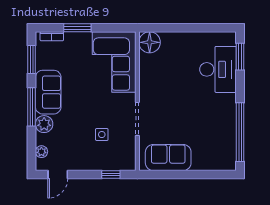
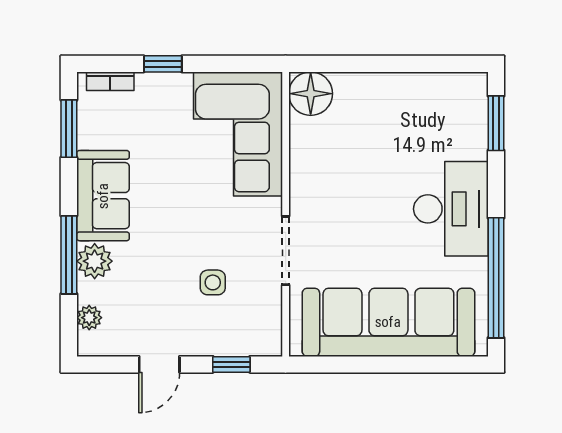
window: (77, 28) -> (163, 64), width x0.67
desk: (218, 69) -> (451, 209), moved
window: (32, 107) -> (69, 255), moved
sofa: (168, 158) -> (388, 322), width x1.85, depth x1.27
door: (58, 175) -> (159, 364), moved

